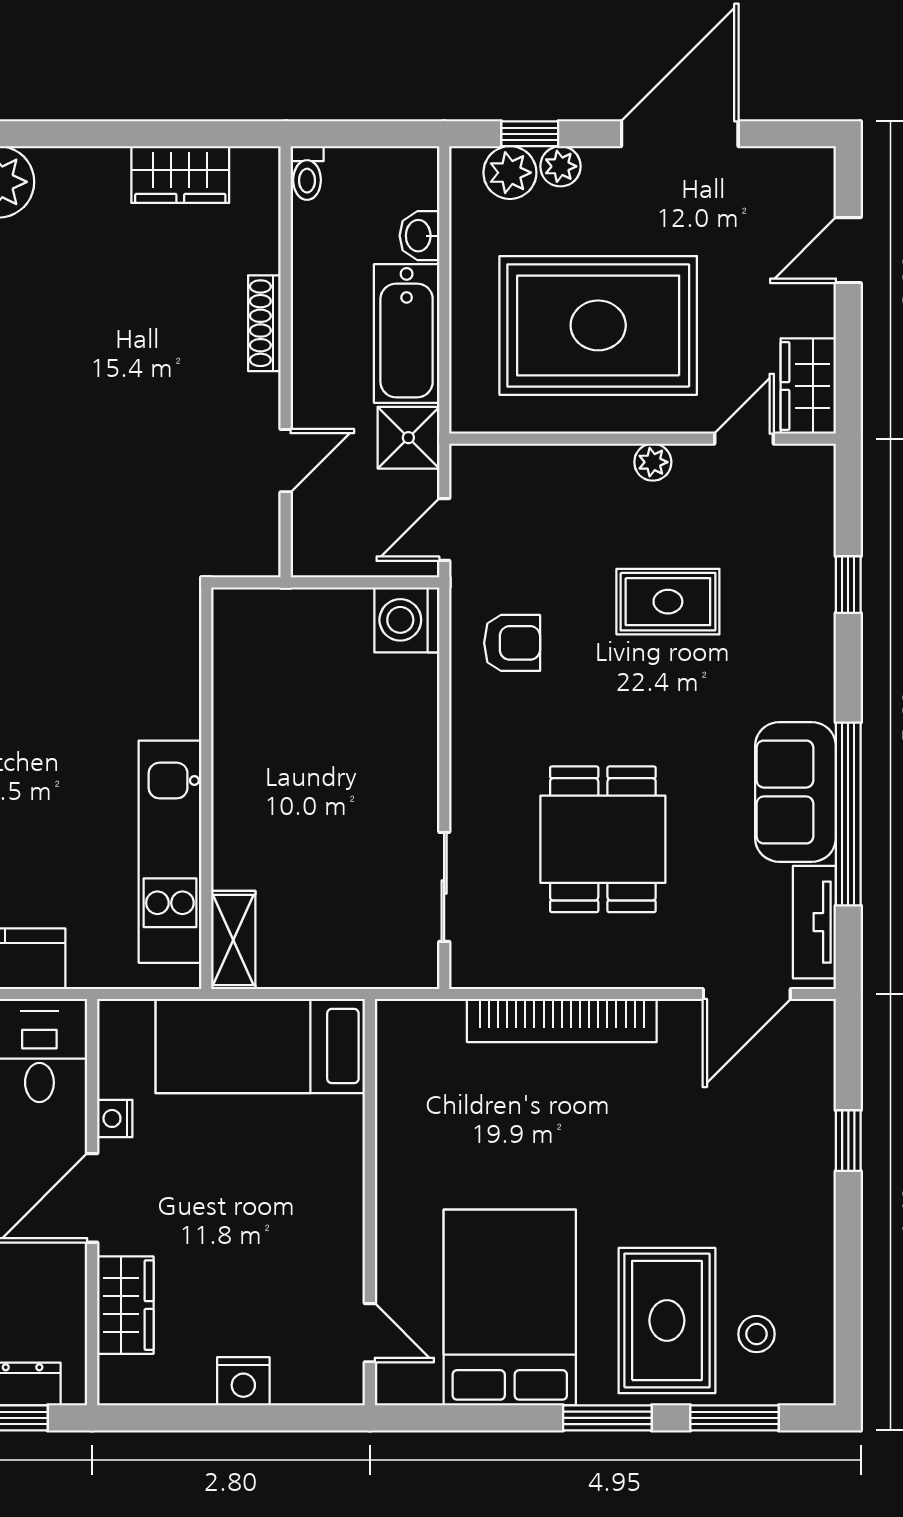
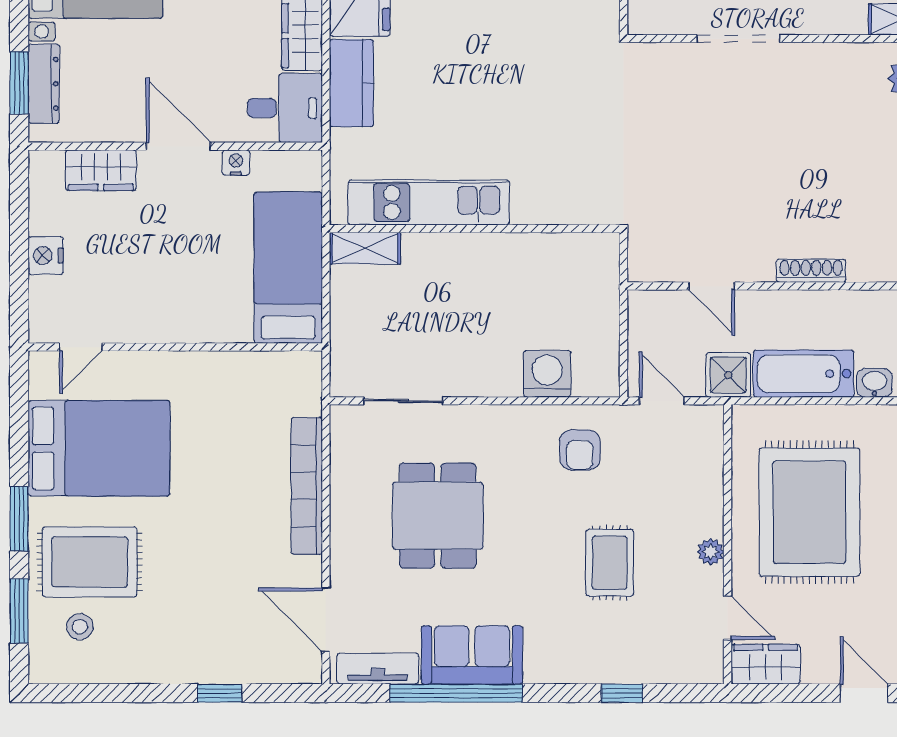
washing machine: (407, 620) -> (547, 374), moved
dining table: (603, 839) -> (438, 516), turned 90

